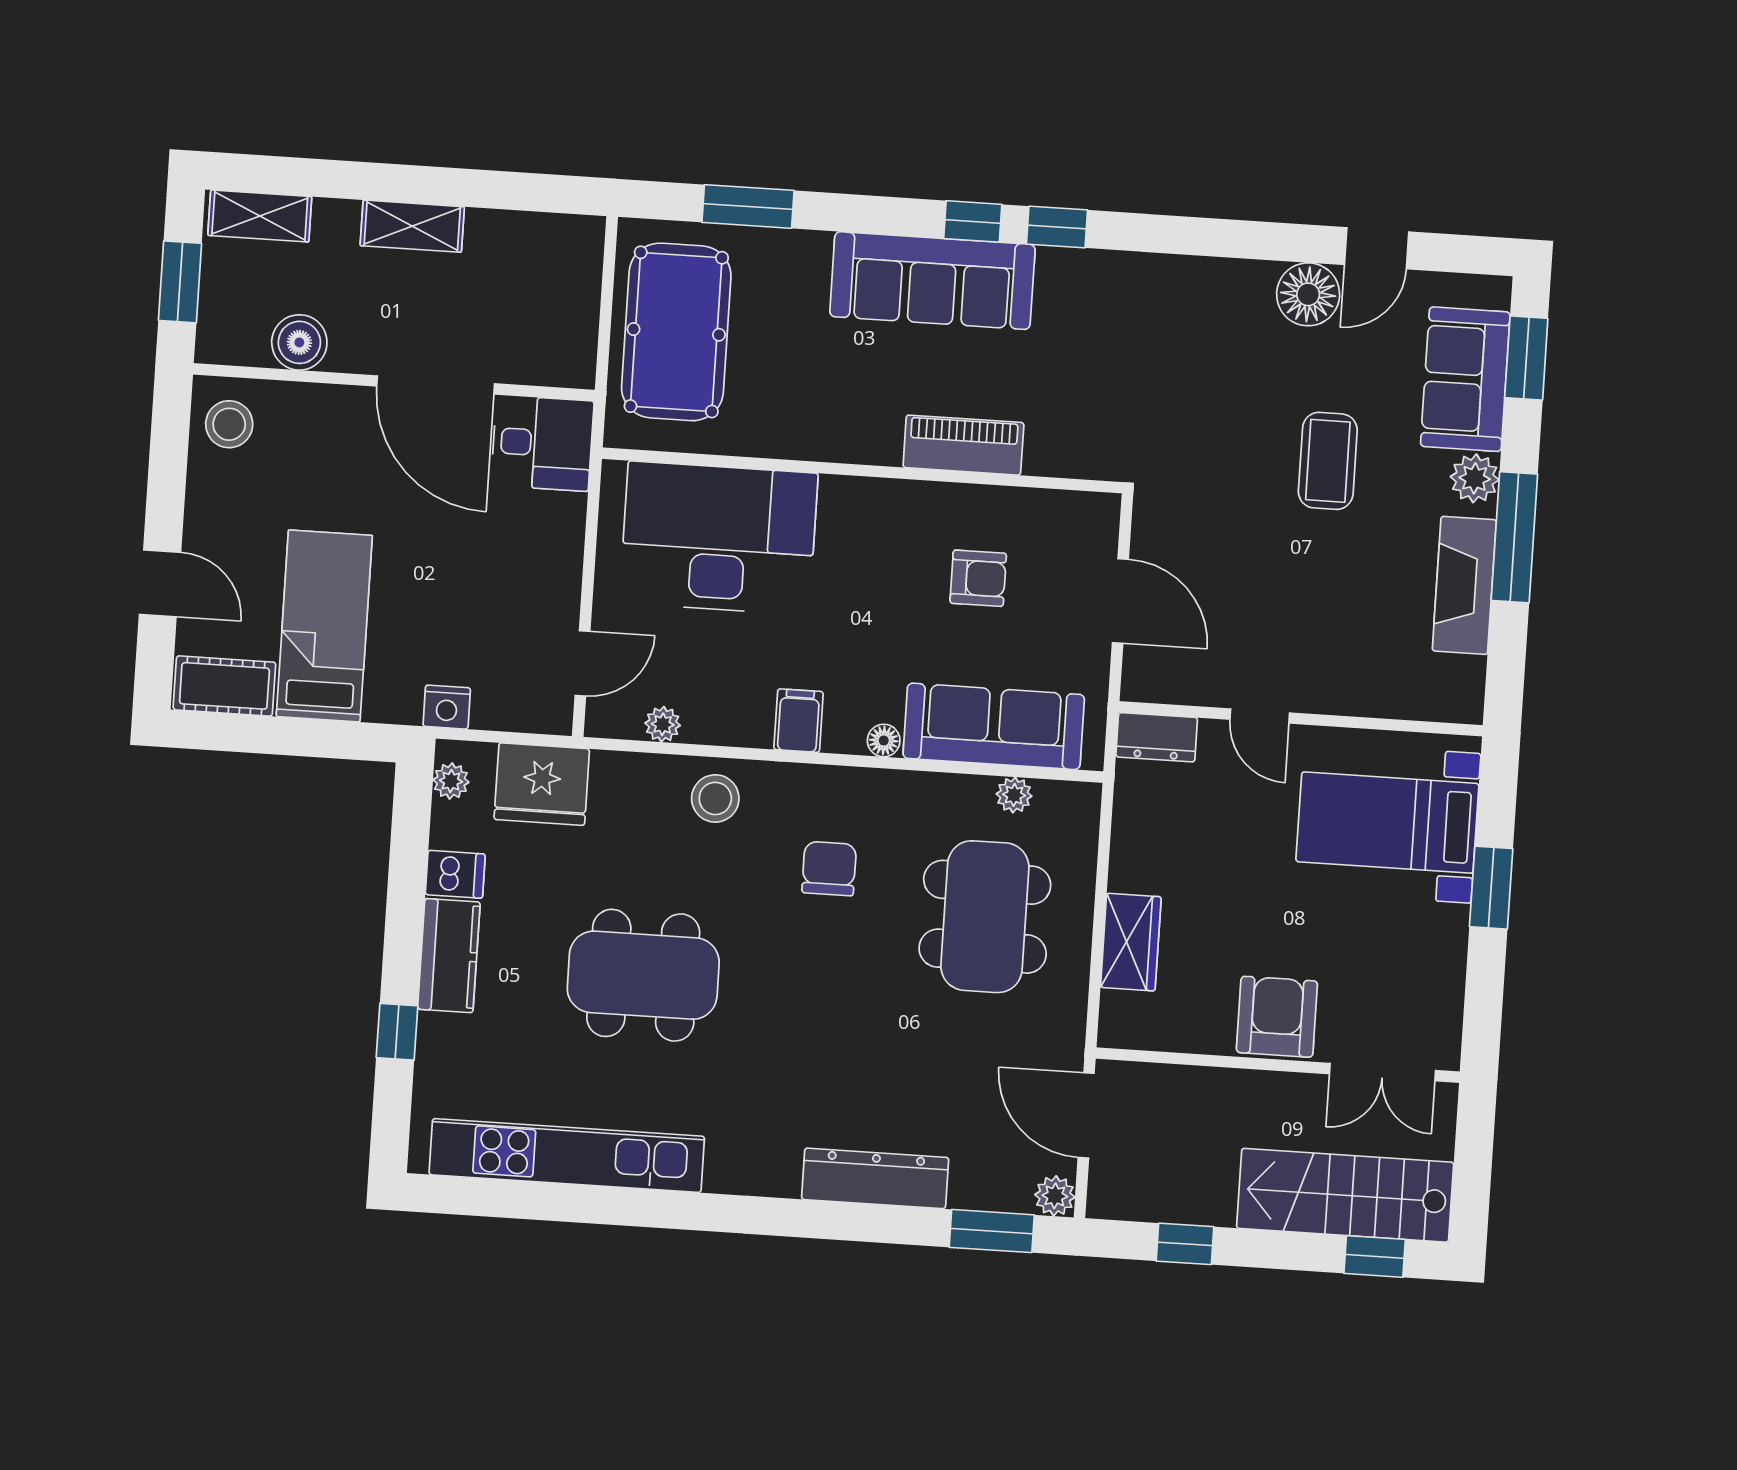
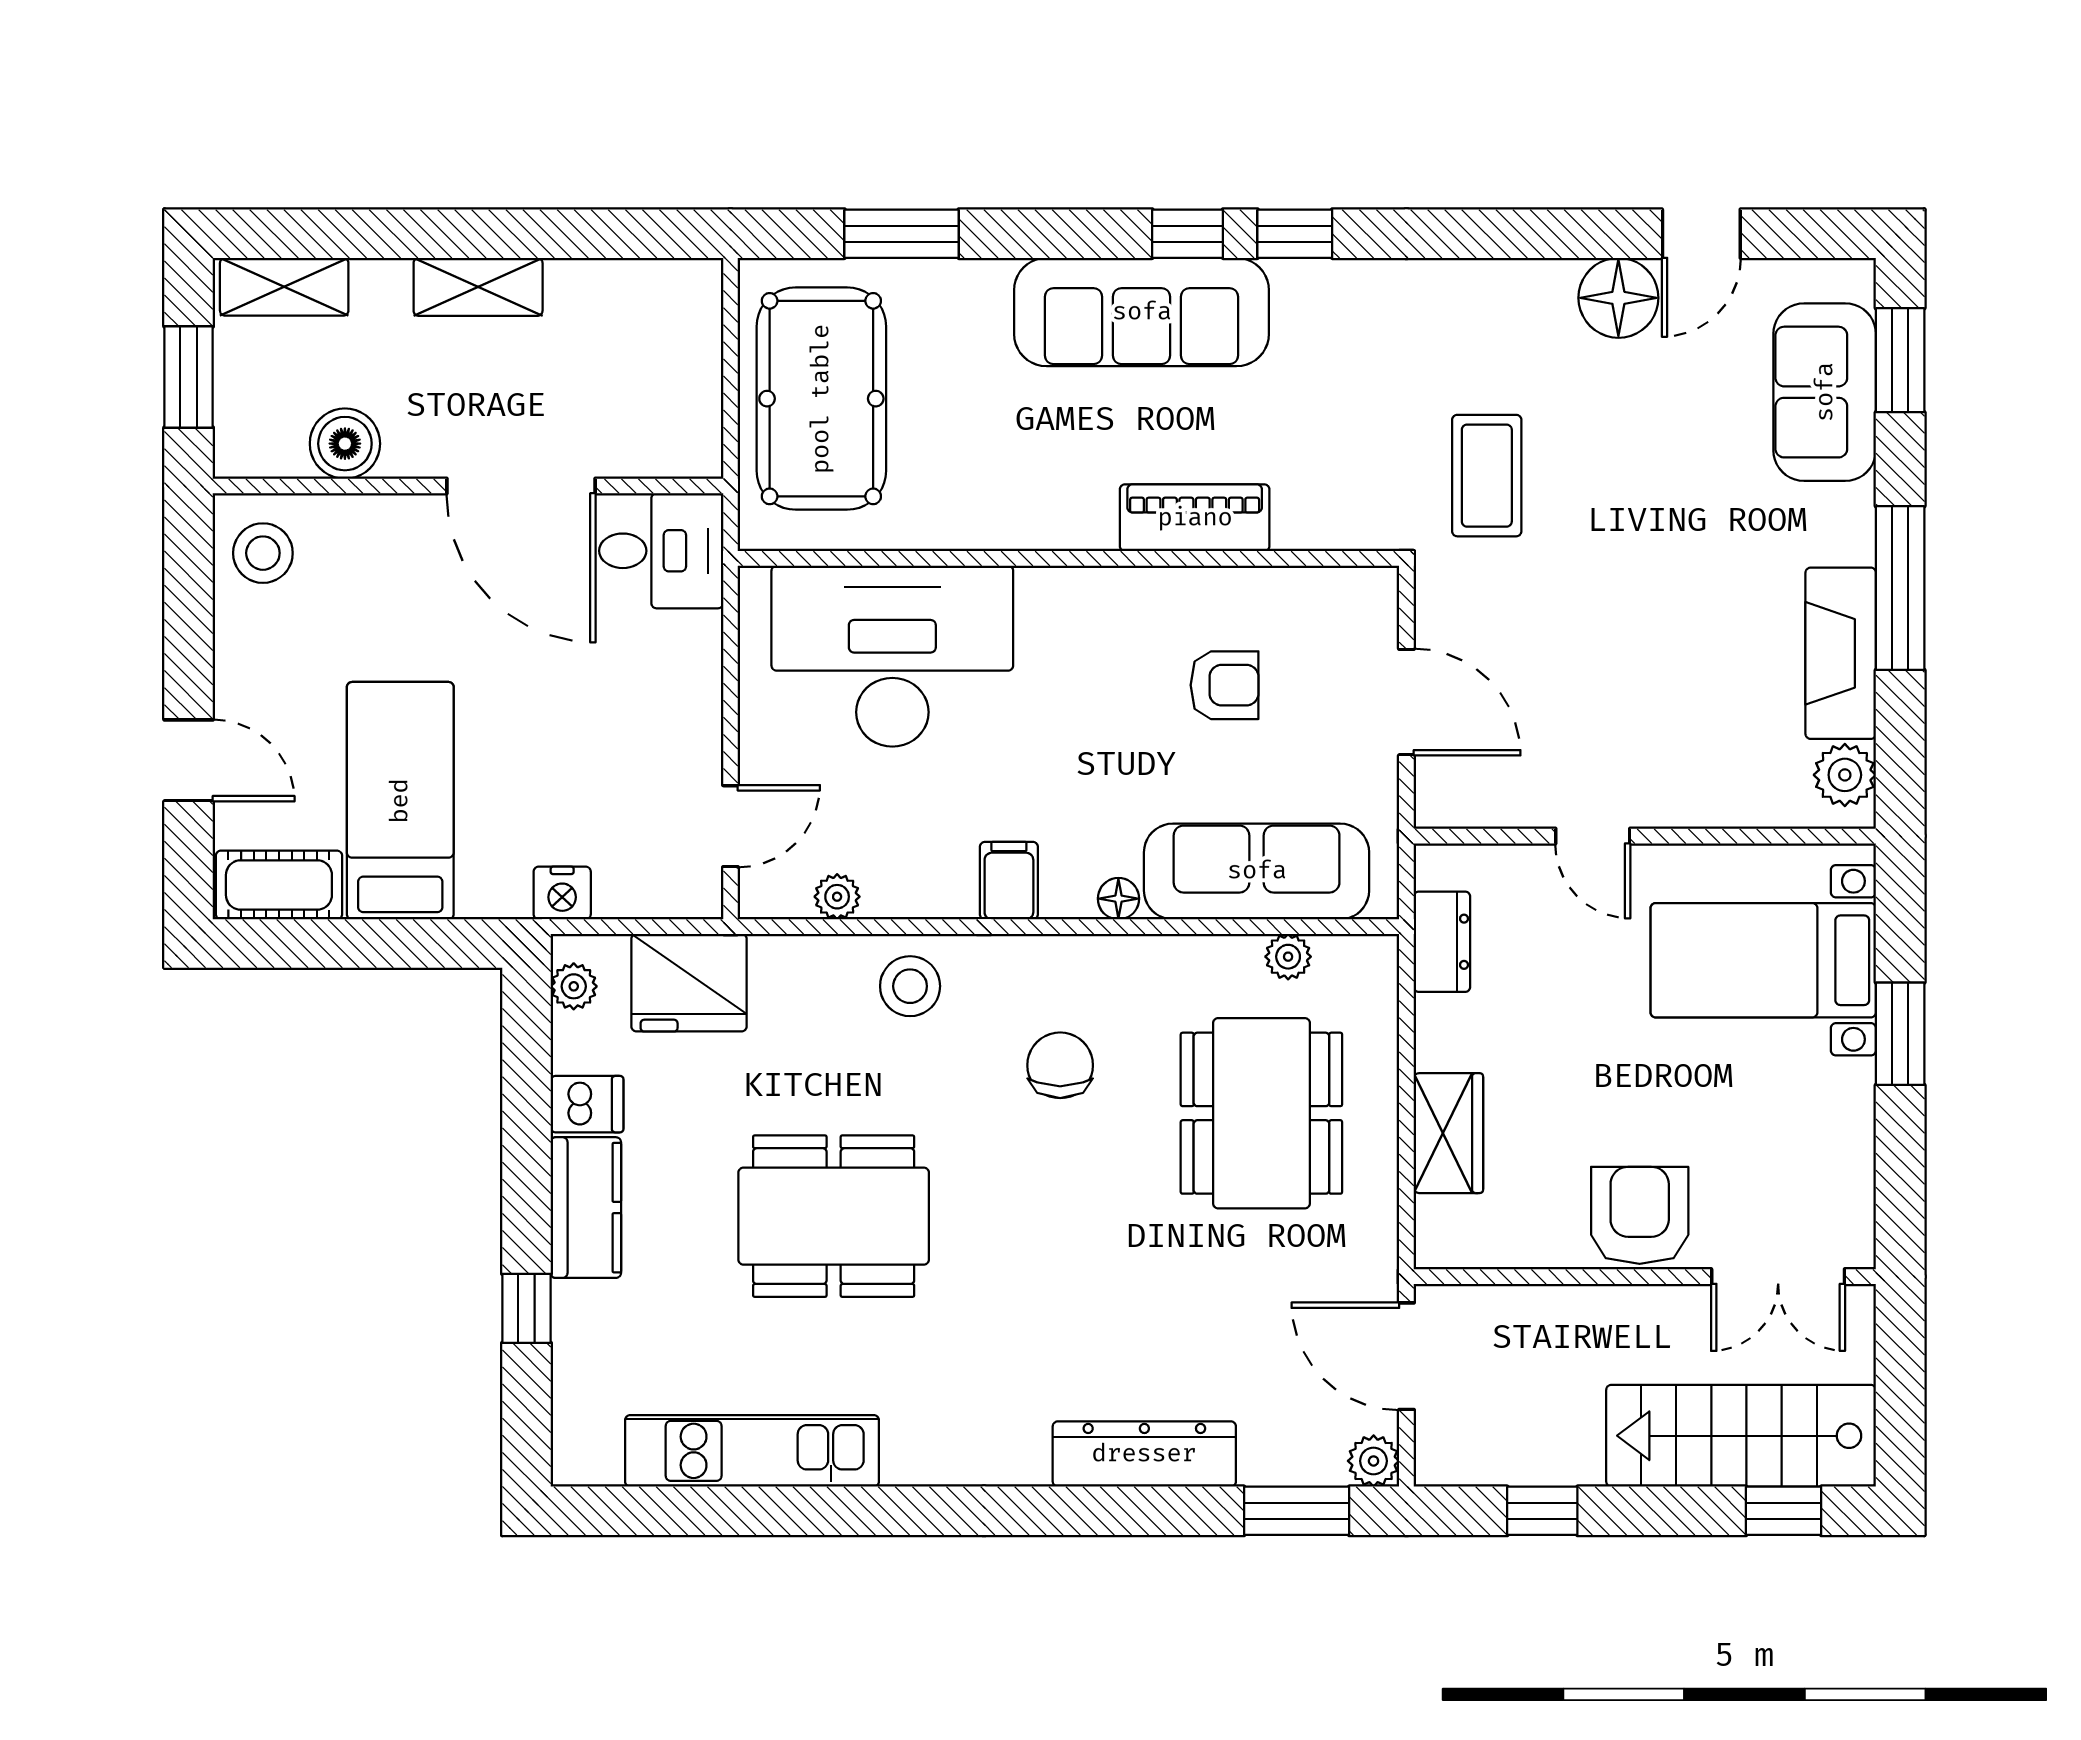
coffee table: (1328, 461) -> (1487, 476), moved
plant: (1475, 478) -> (1845, 775), moved
dresser: (1157, 737) -> (1442, 942), moved, turned -90
kitchen unit: (567, 1155) -> (752, 1451), width x0.73

